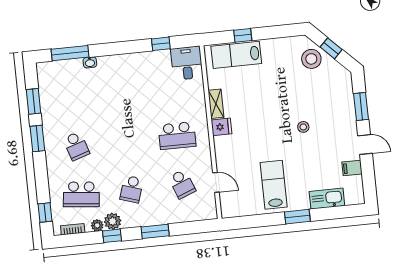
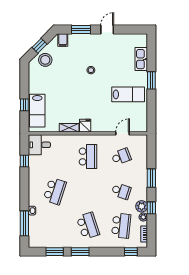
school desk: (122, 92) -> (55, 191), added
school desk: (76, 146) -> (88, 226), width x1.85
filing cabinet: (352, 168) -> (63, 40), moved
lab bench: (274, 185) -> (128, 94), turned 180

